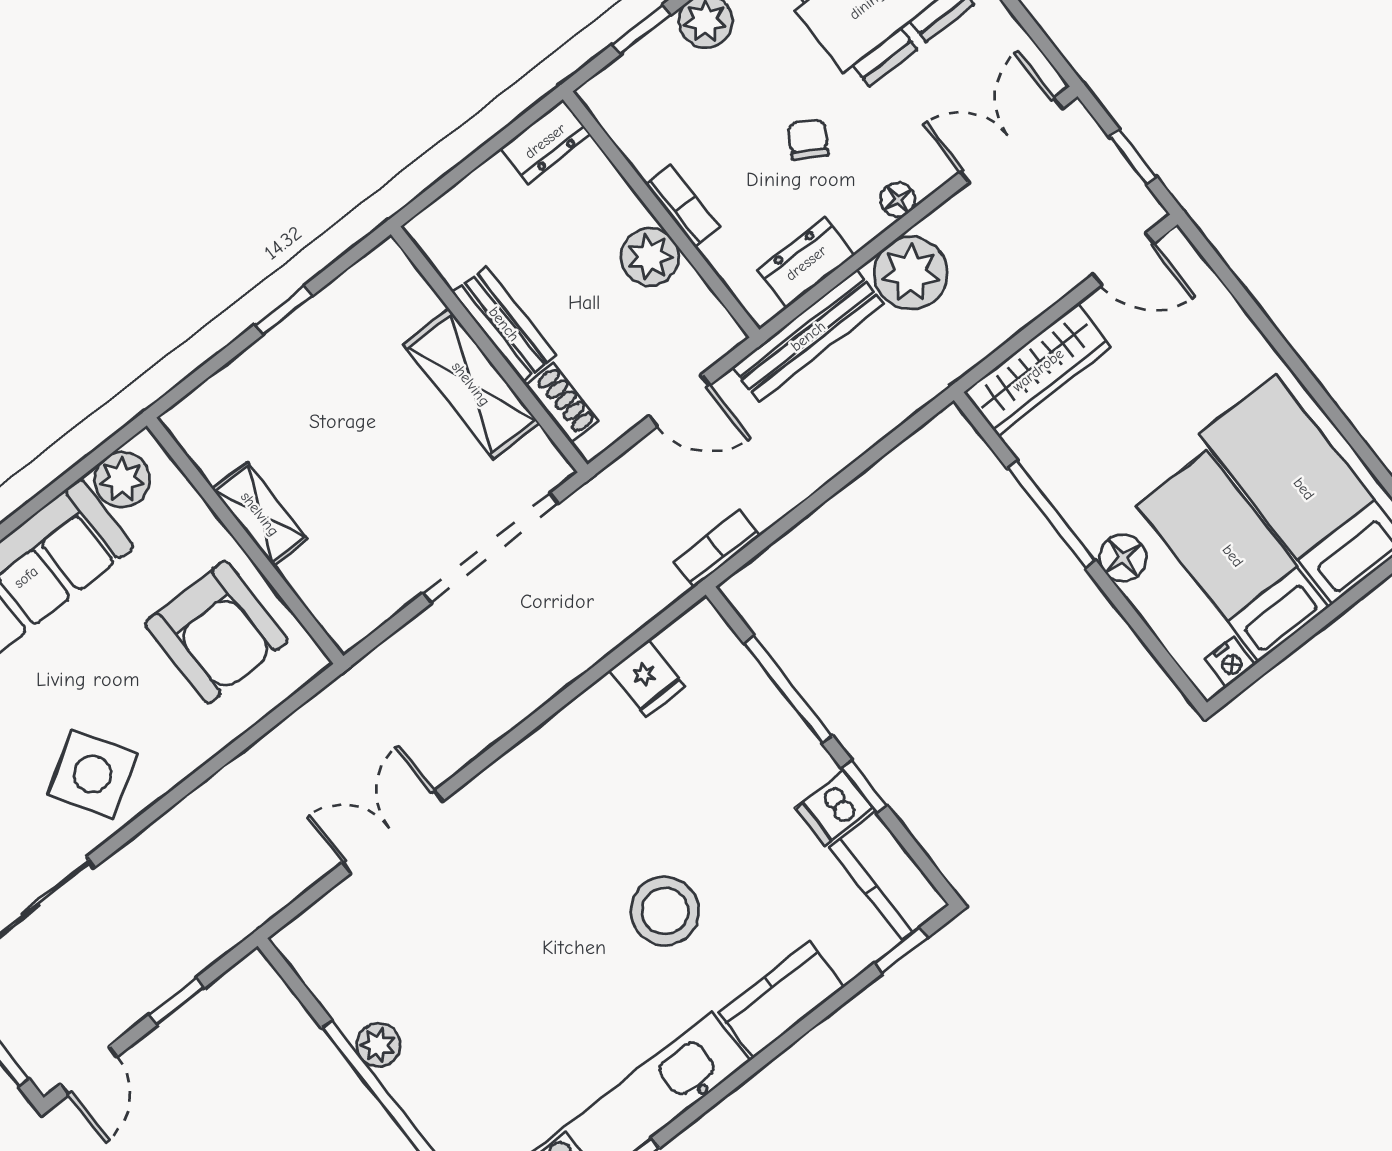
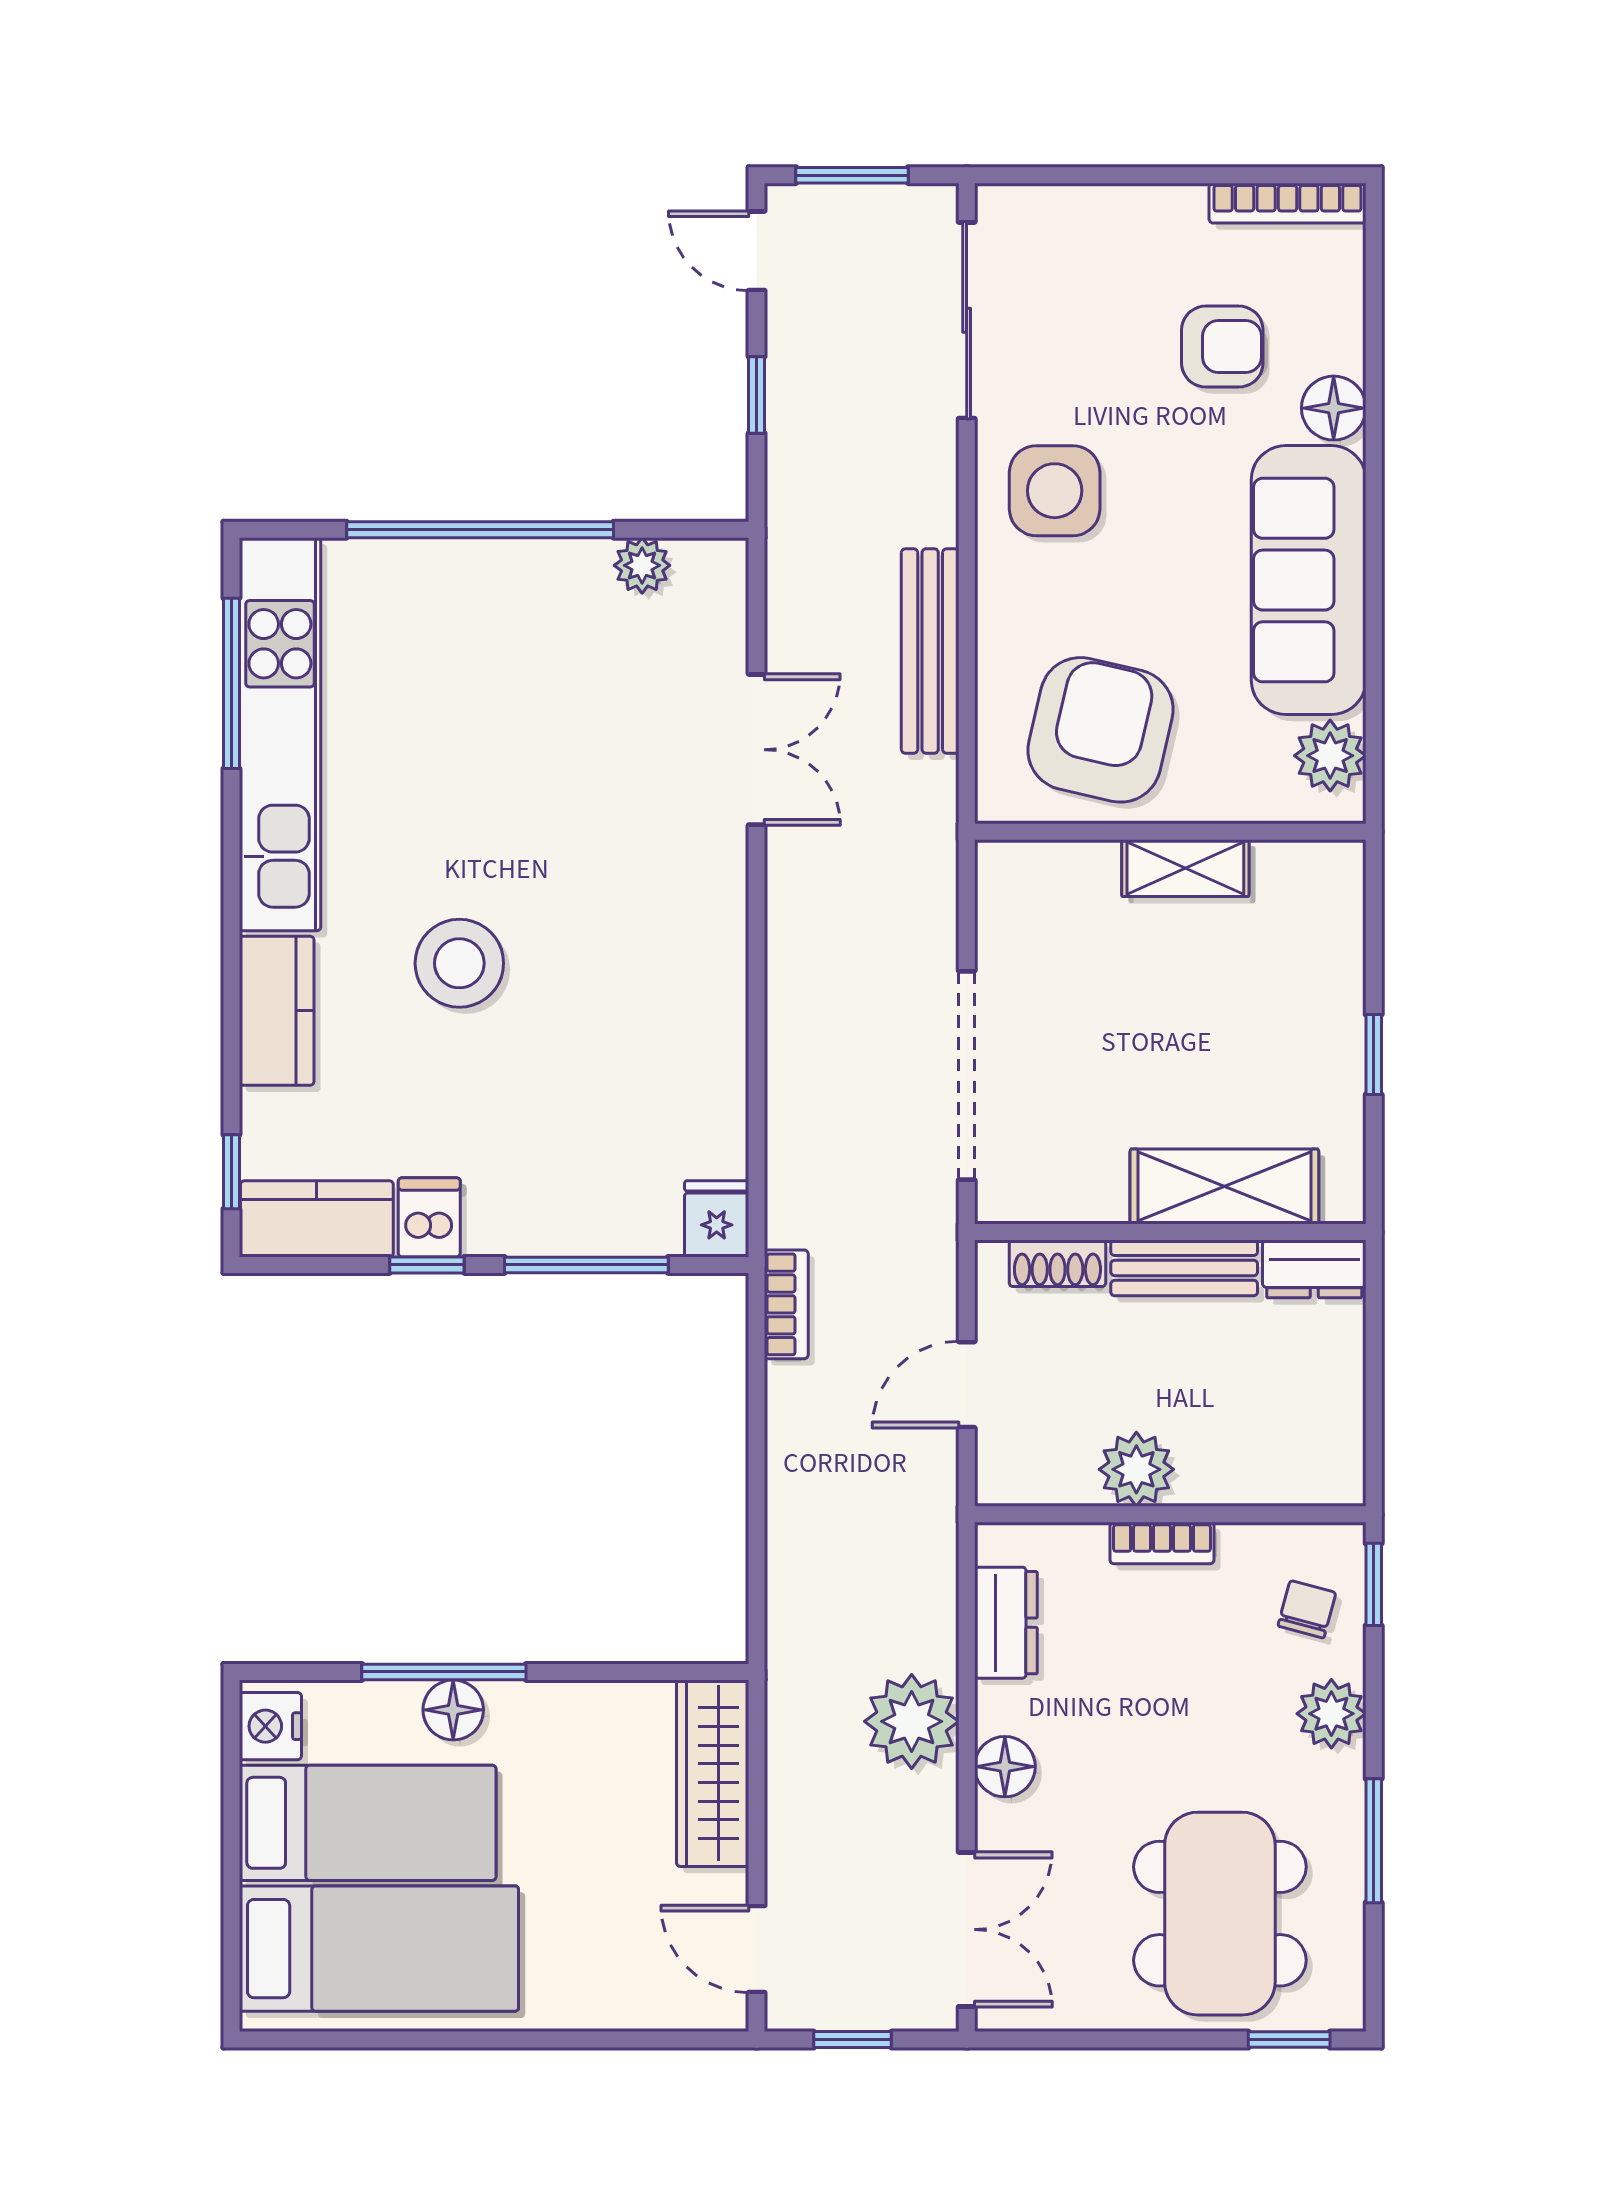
window: (642, 30) -> (1374, 1584), moved
chair: (808, 140) -> (1307, 1609), moved, turned -106
dresser: (545, 141) -> (1314, 1269), moved, turned -90
floor lamp: (898, 200) -> (1005, 1767), width x1.37, depth x1.37
door: (1124, 259) -> (757, 1949), hinge flipped
bench: (808, 336) -> (930, 651), moved
shelving: (471, 384) -> (1224, 1187), moved
window: (1051, 514) -> (444, 1672), moved
armchair: (216, 632) -> (1100, 730), turned 103
nightstand: (1230, 662) -> (270, 1726), width x1.39, depth x1.35
fridge: (647, 678) -> (717, 1219), moved, turned 90
side table: (92, 774) -> (1055, 491), turned 32
plant: (378, 1045) -> (642, 565), moved

